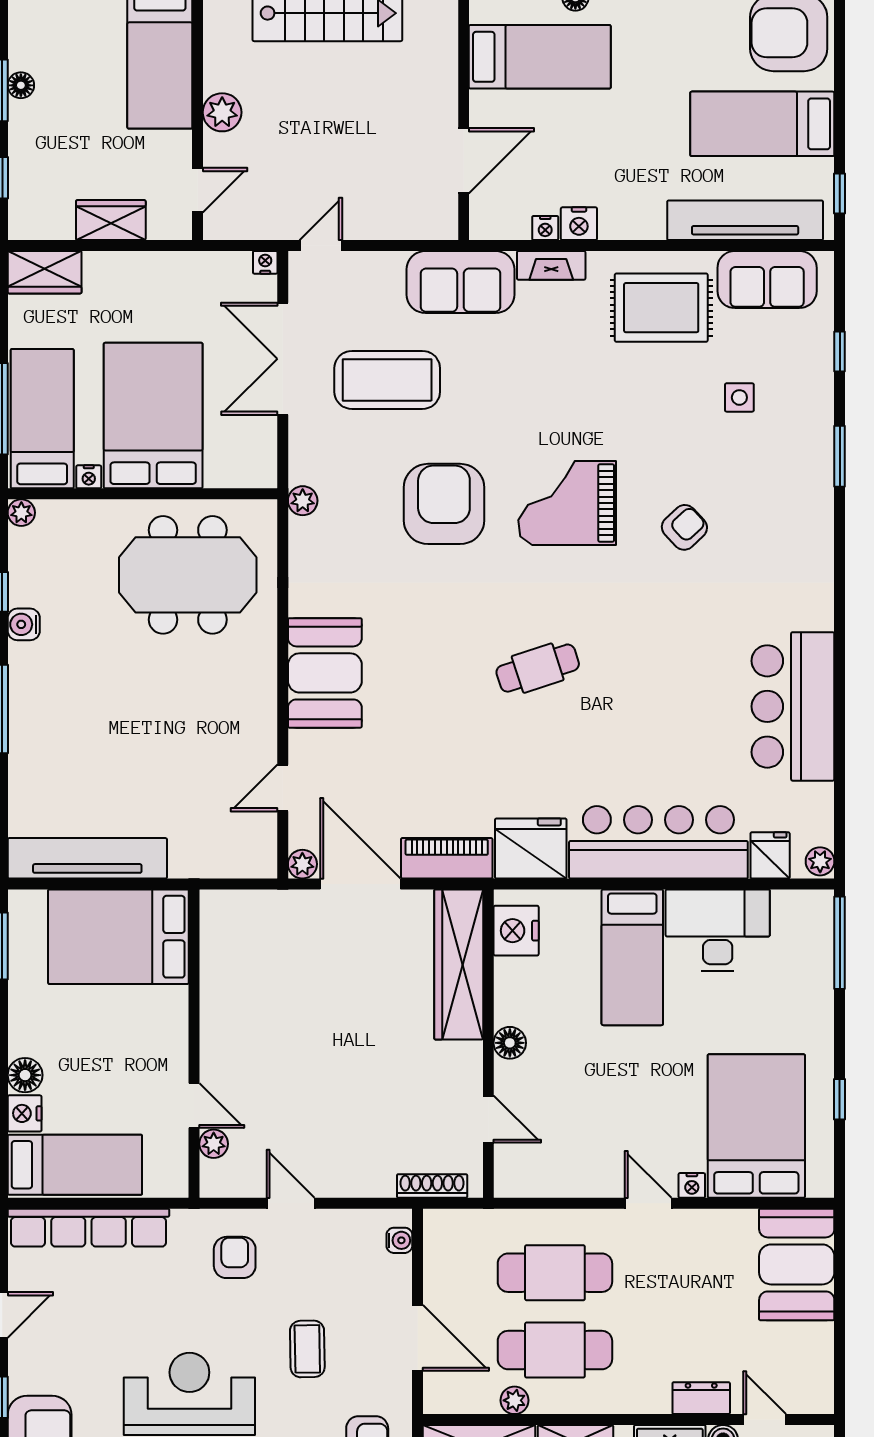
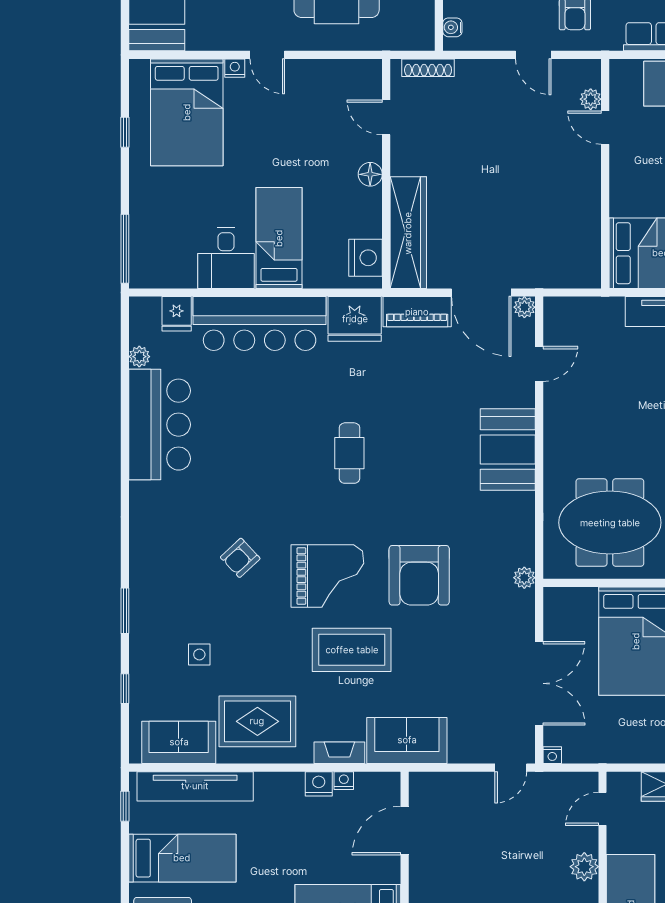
coffee table: (387, 380) -> (352, 650), moved
cafe table: (538, 668) -> (349, 453), turned -72
plant: (820, 861) -> (139, 357), moved
desk: (718, 930) -> (226, 258), width x0.73

